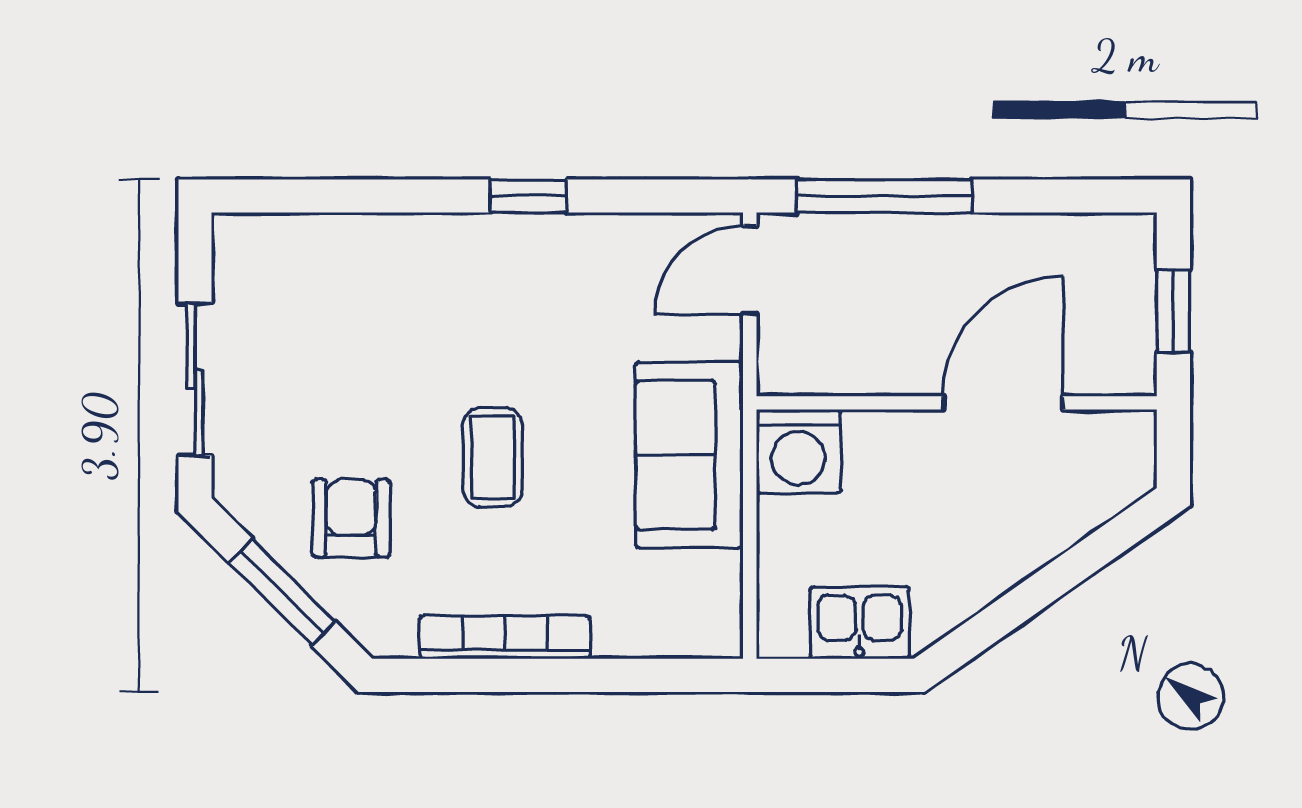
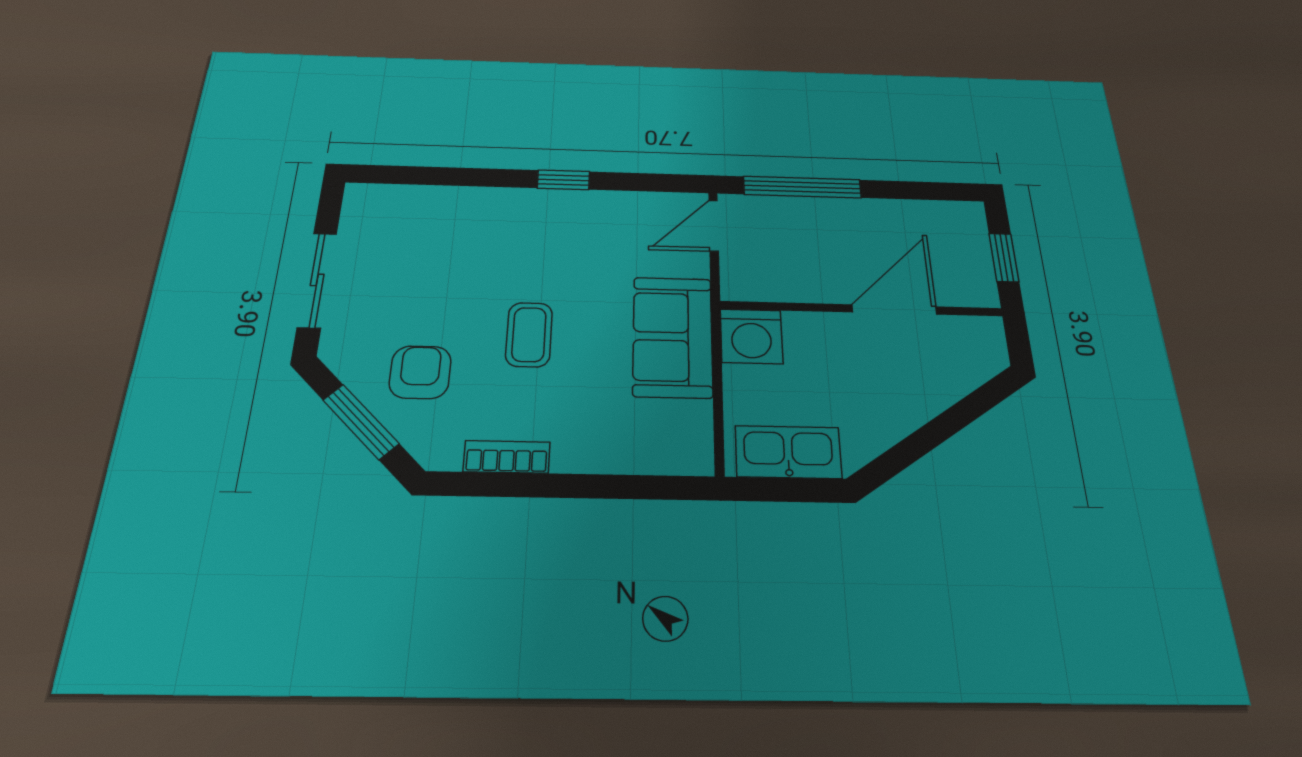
kitchen sink: (859, 623) -> (788, 452), width x1.38
bookcase: (505, 637) -> (507, 457), width x0.64

